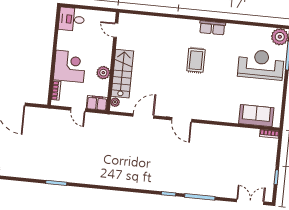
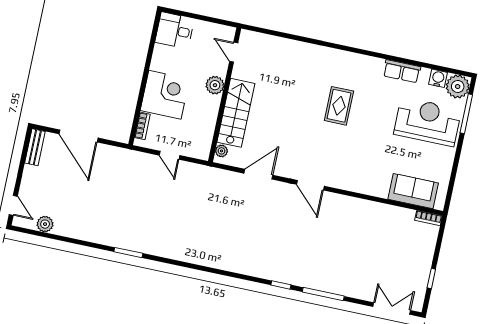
row of seats: (212, 28) -> (402, 71), moved
water cooler: (265, 32) -> (438, 78), added
plant: (103, 73) -> (215, 85), moved
filing cabinet: (97, 103) -> (197, 149), removed

